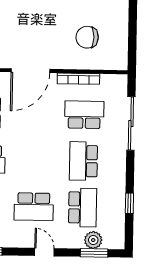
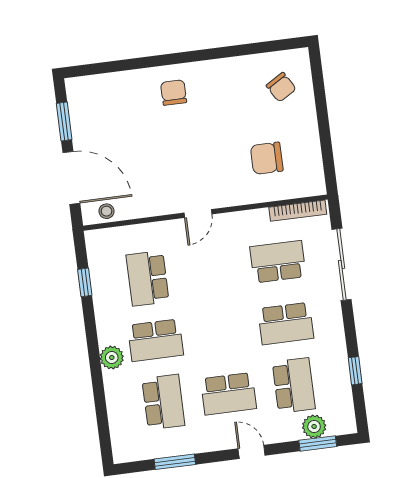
door: (30, 71) -> (198, 214), width x0.53
bookcase: (78, 79) -> (298, 211), moved
school desk: (83, 161) -> (286, 324), turned -90

